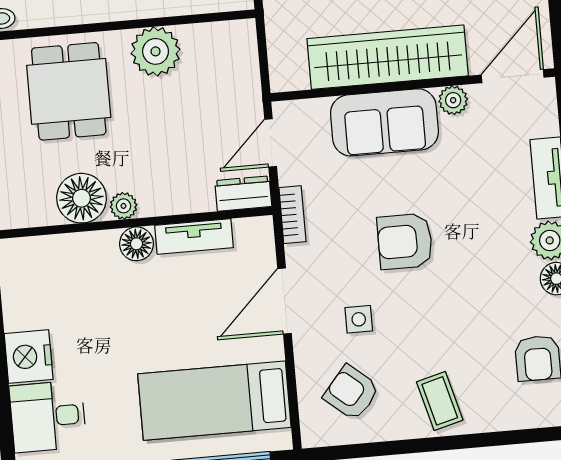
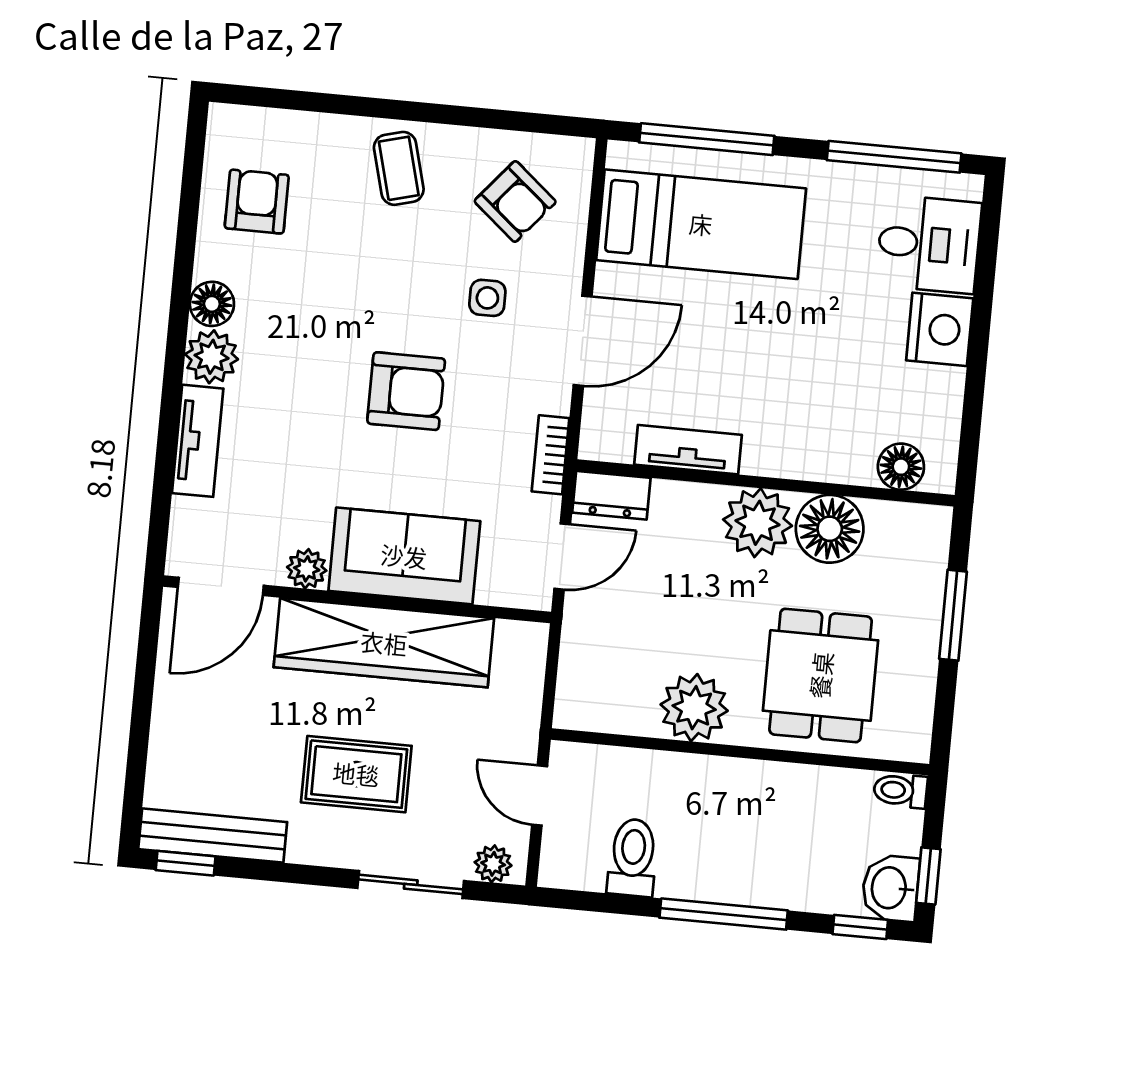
plant: (124, 206) -> (758, 523), width x1.88, depth x1.88
floor lamp: (136, 244) -> (901, 467), moved

